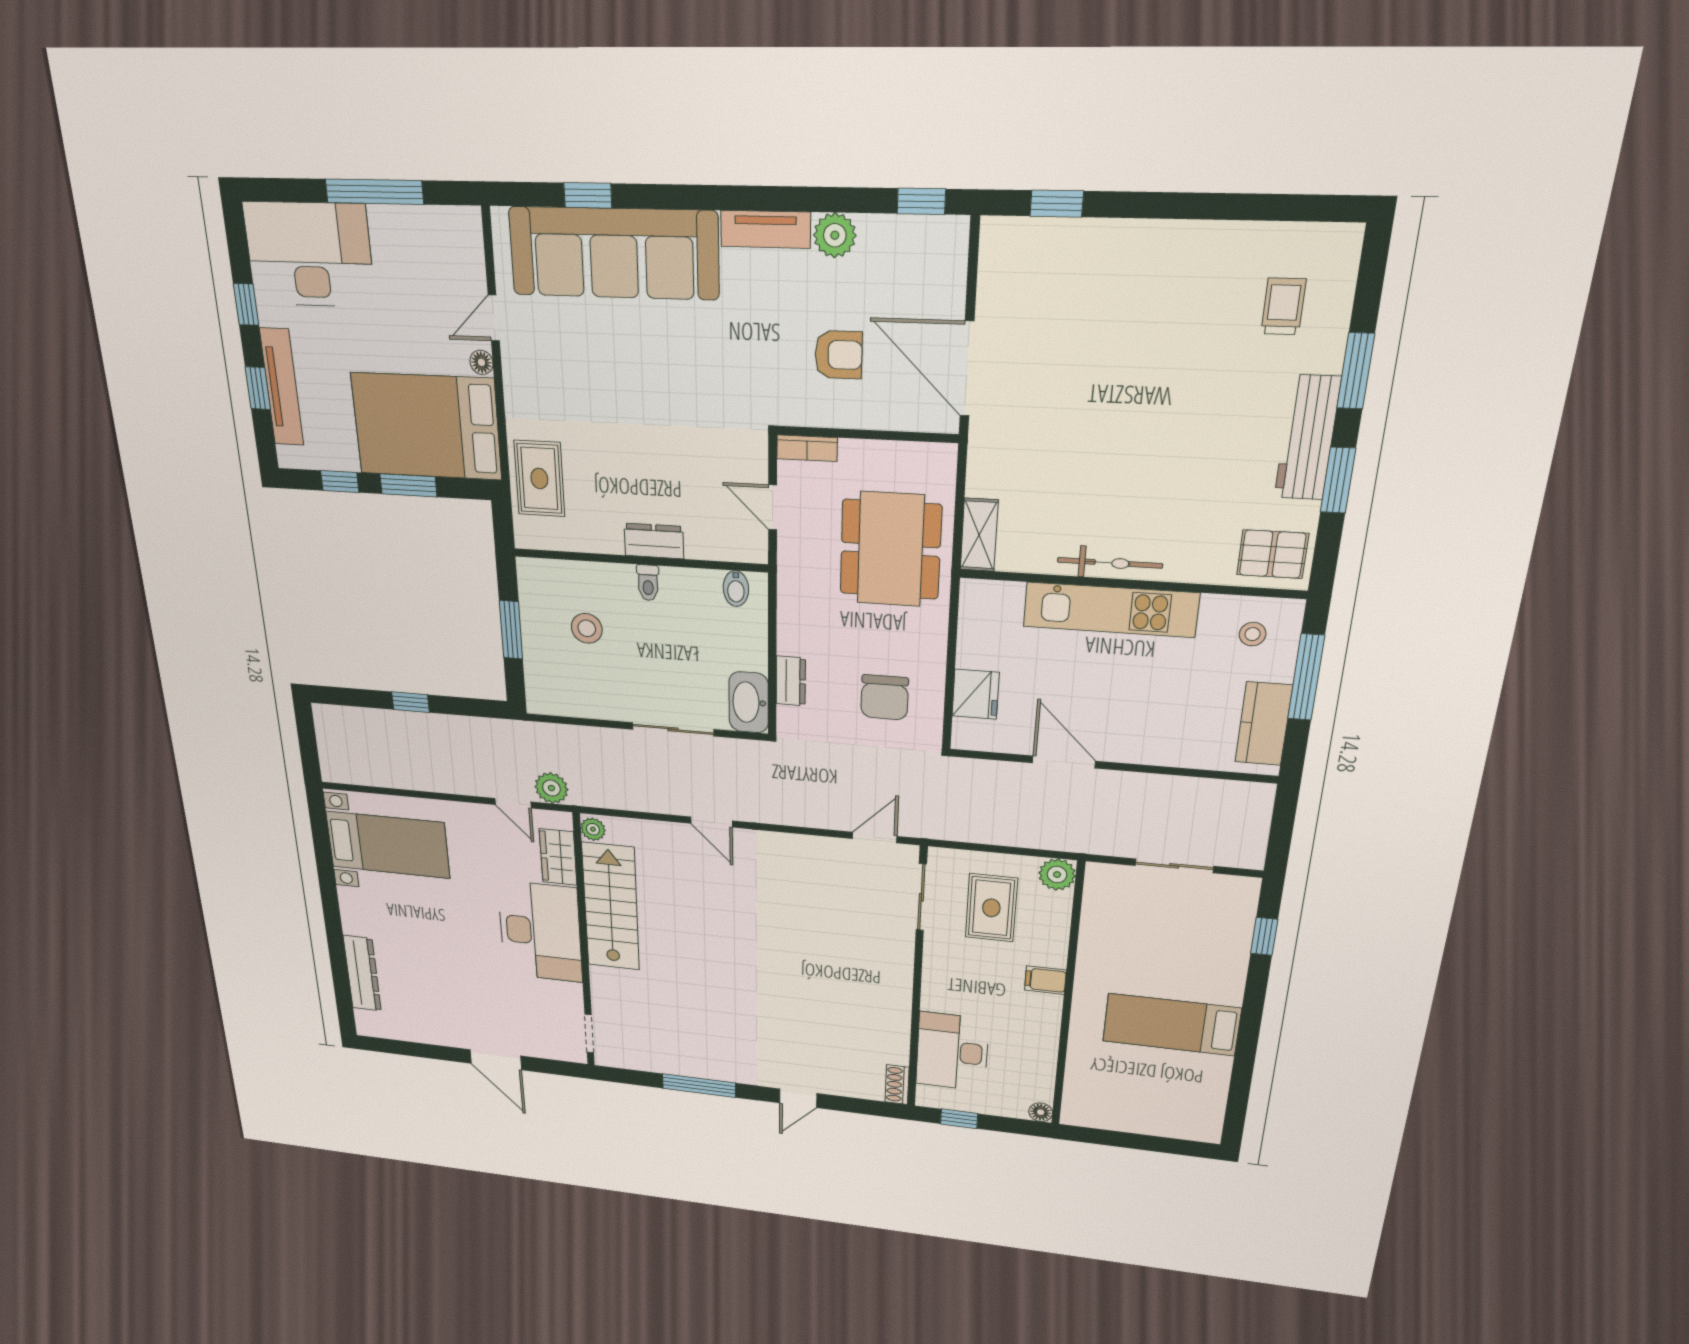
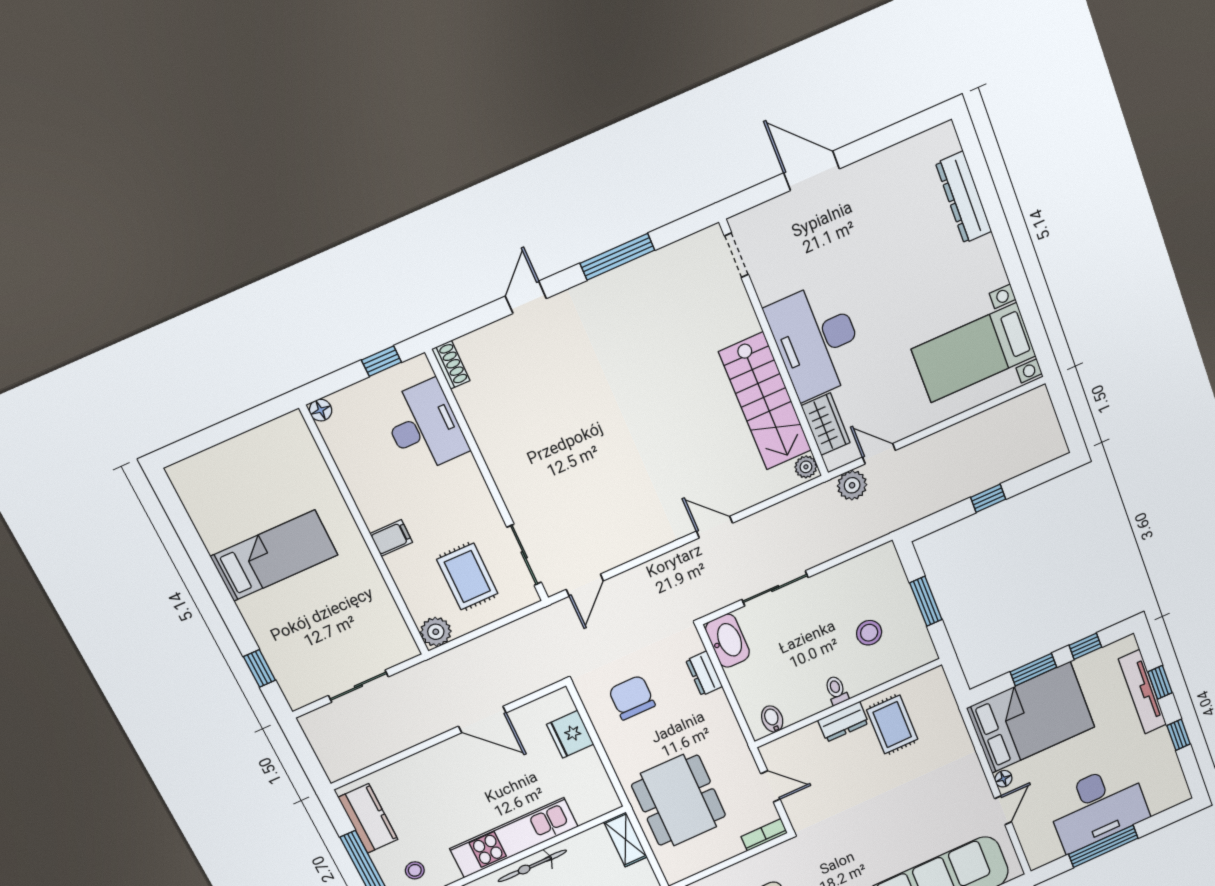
desk: (309, 254) -> (1098, 807), moved
rug: (539, 478) -> (892, 725), moved

